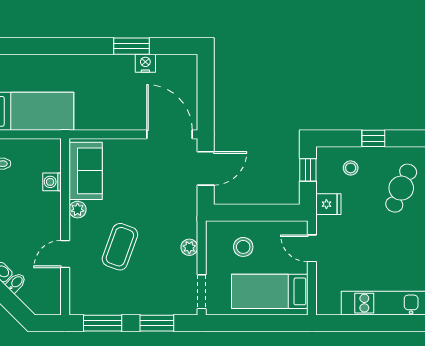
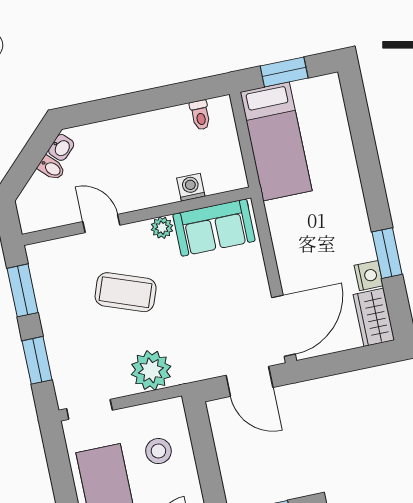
wardrobe: (177, 66) -> (374, 317), added
plant: (189, 247) -> (151, 370), width x1.87, depth x1.87

